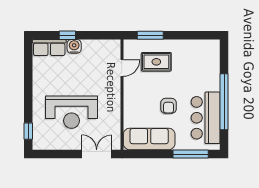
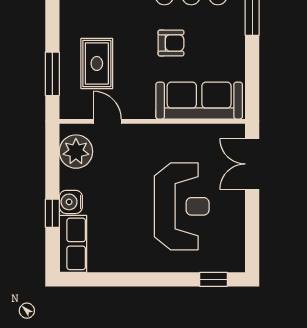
plant: (104, 49) -> (76, 152), added
sofa: (149, 139) -> (199, 101), moved, turned 90

